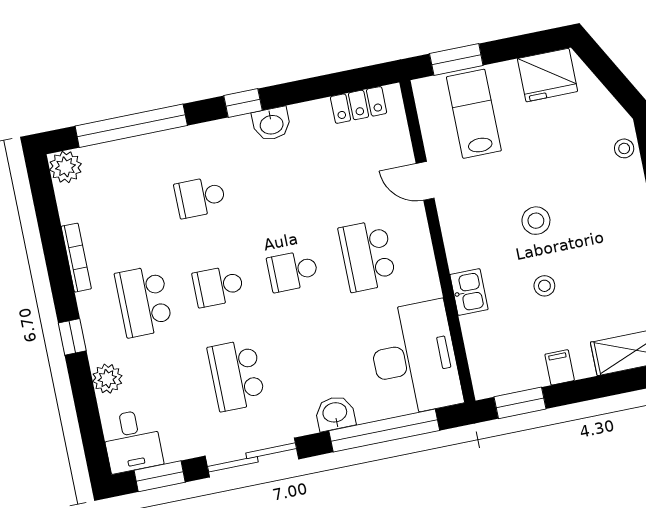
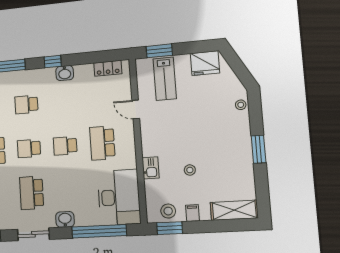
lab bench: (474, 114) -> (165, 79), turned 180
stool: (536, 221) -> (168, 211), moved
washbasin: (335, 413) -> (65, 219), moved
sliding door: (252, 457) -> (33, 234), width x0.73

